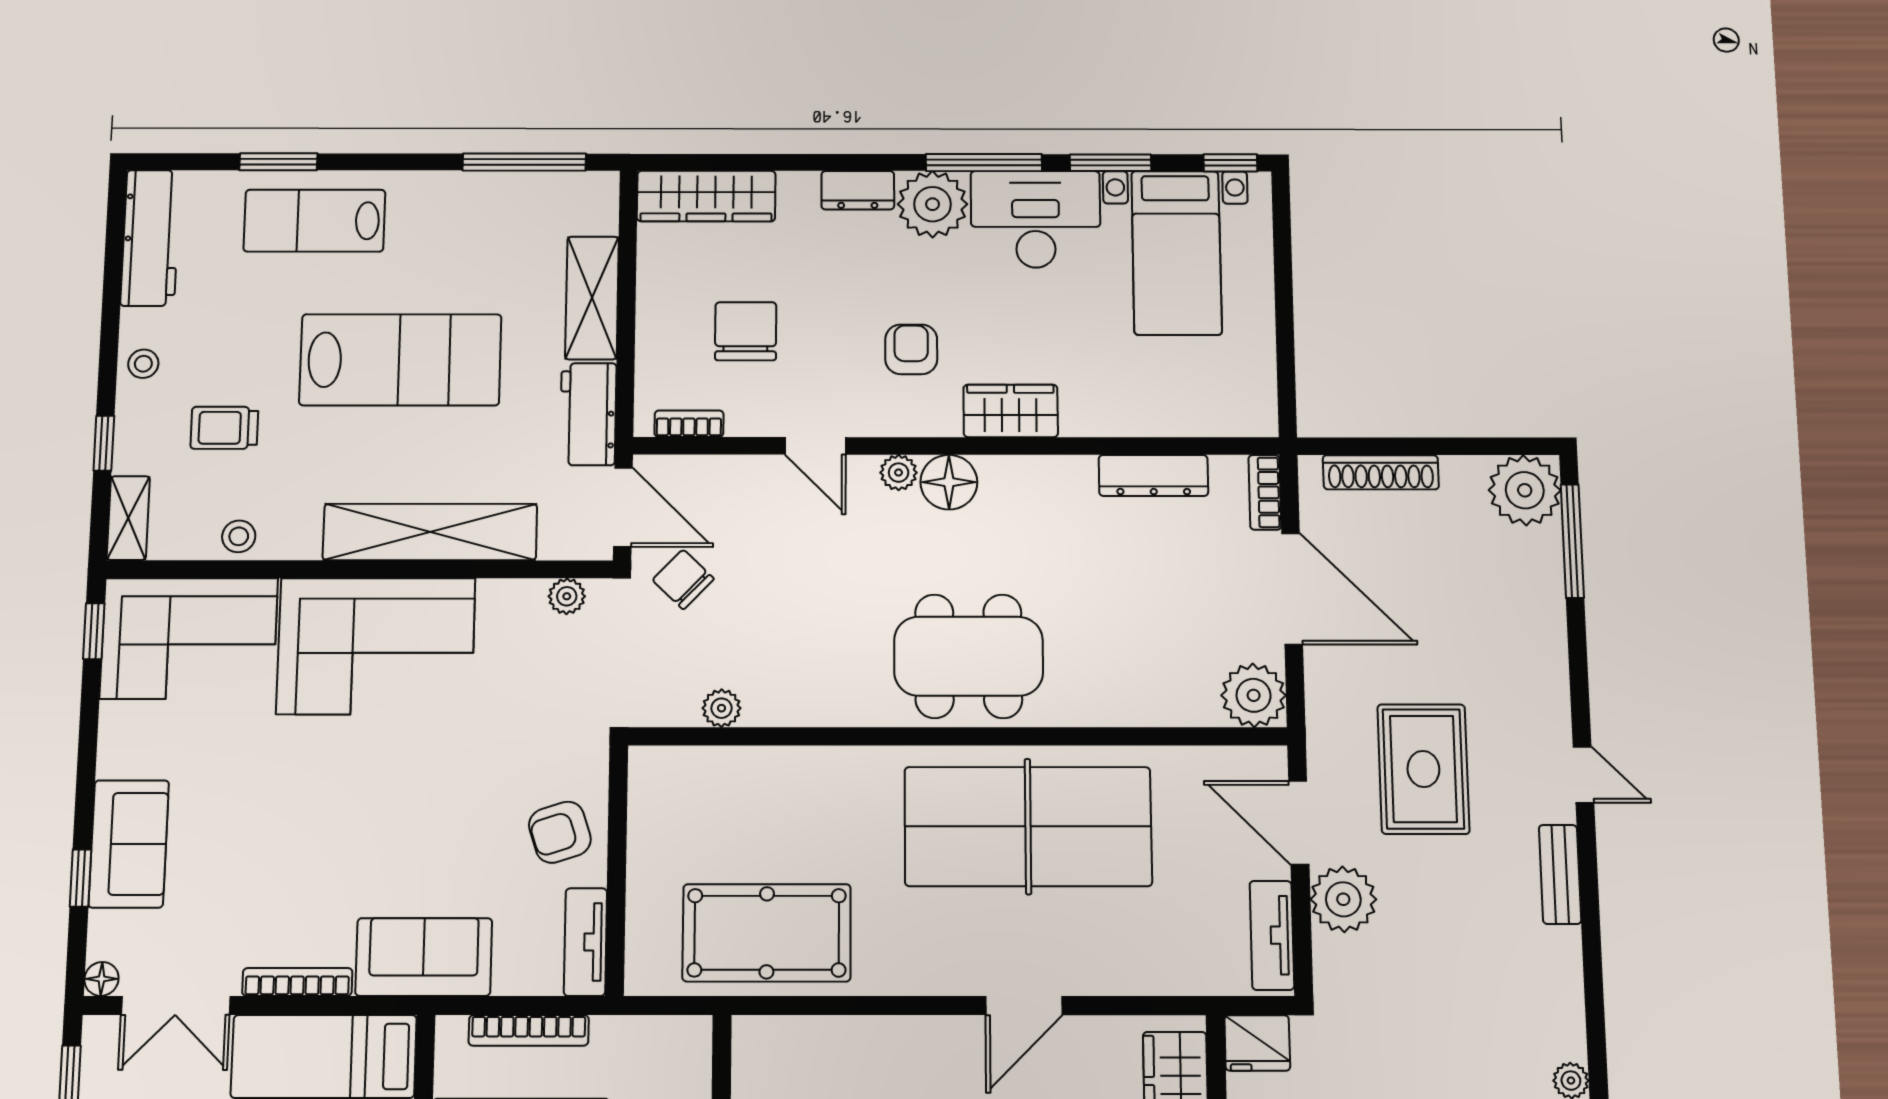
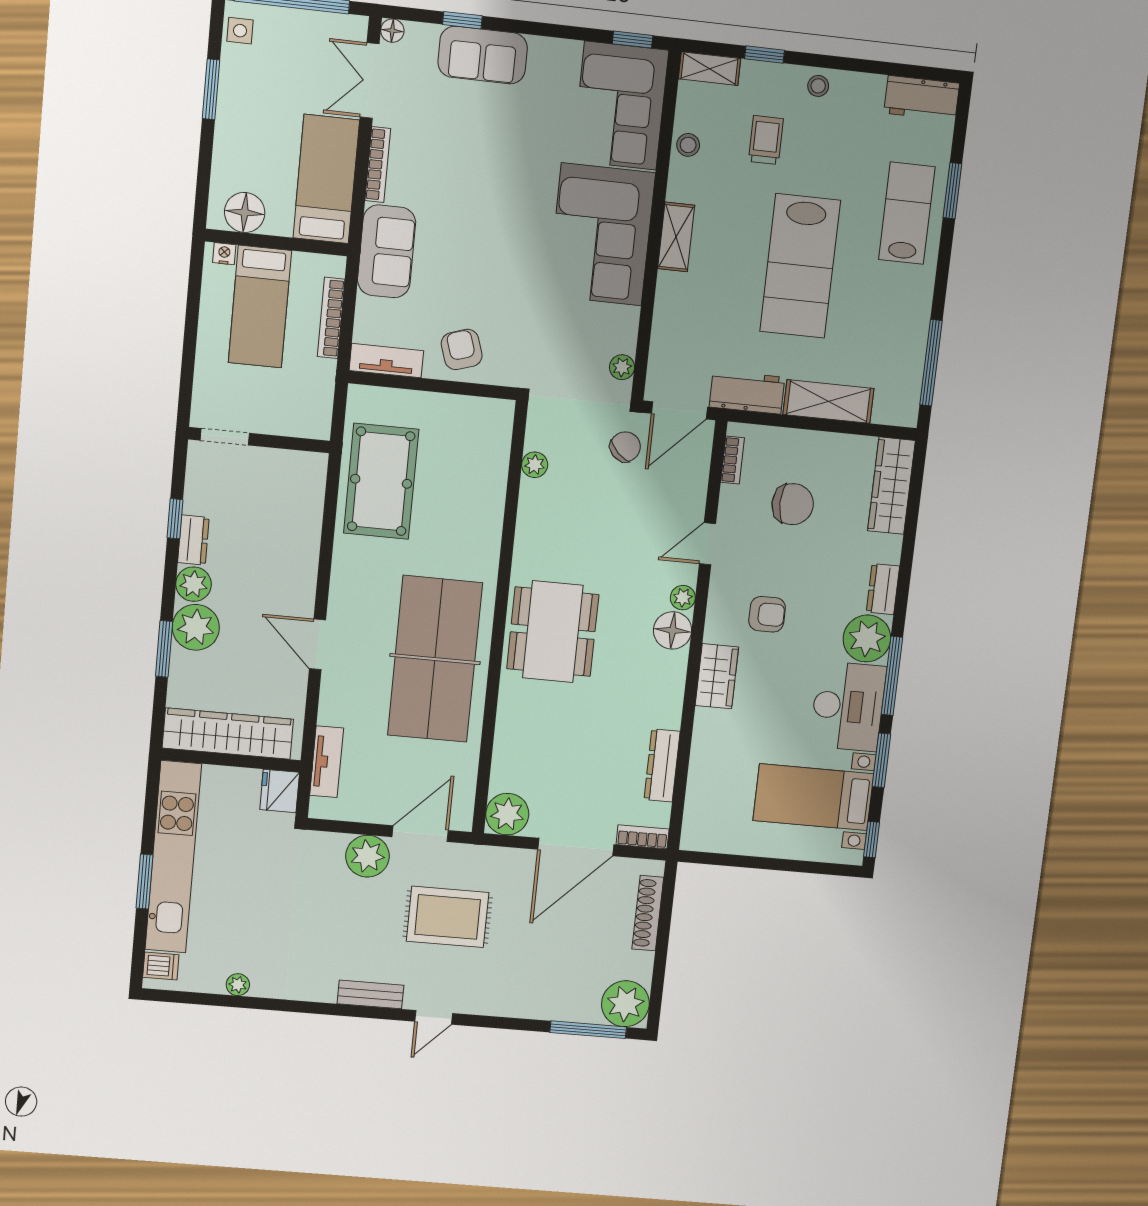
workbench: (151, 238) -> (922, 98), width x0.73
shelving: (430, 532) -> (676, 237), width x0.45, depth x0.75
tv unit: (1272, 935) -> (327, 762), moved, turned 90

